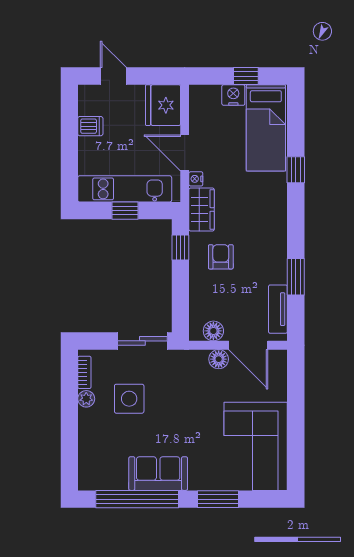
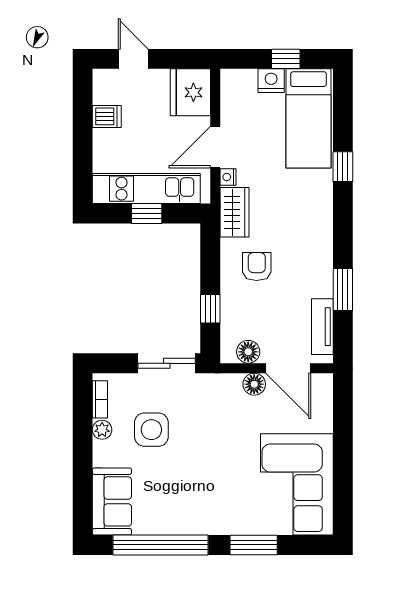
door: (185, 153) -> (215, 147), hinge flipped
window: (180, 247) -> (210, 309), moved
sofa: (158, 474) -> (112, 501), moved, turned 90

